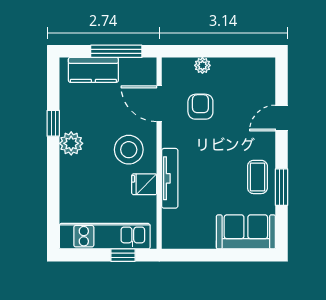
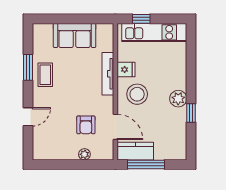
kitchen counter: (93, 70) -> (135, 151), moved
sofa: (246, 232) -> (75, 35), moved

